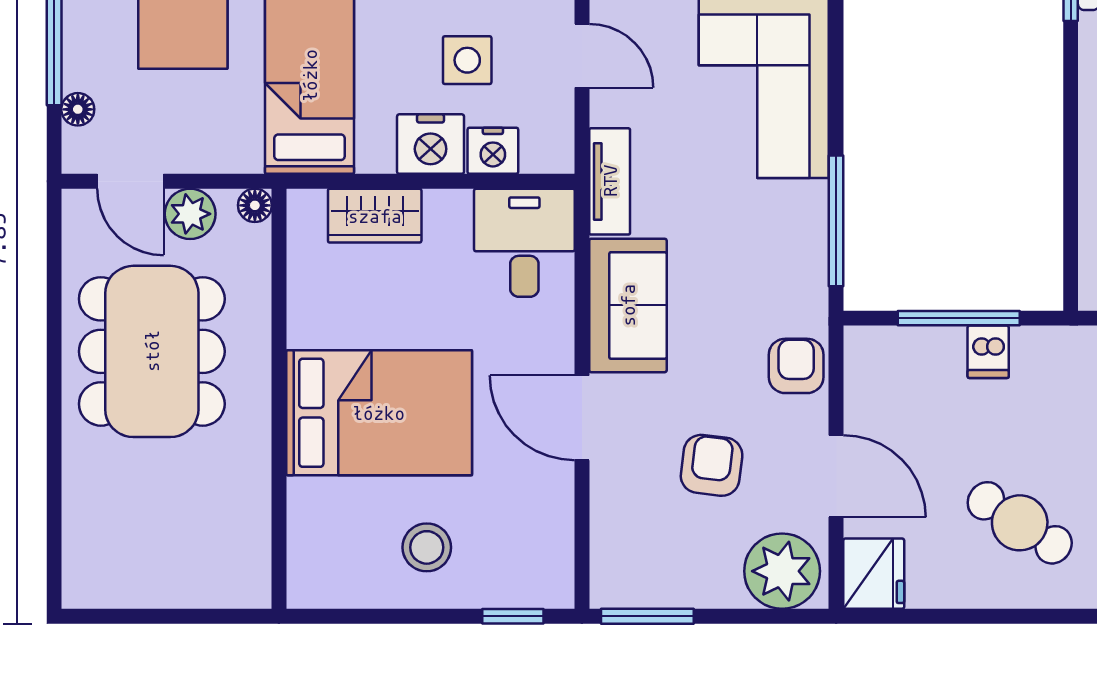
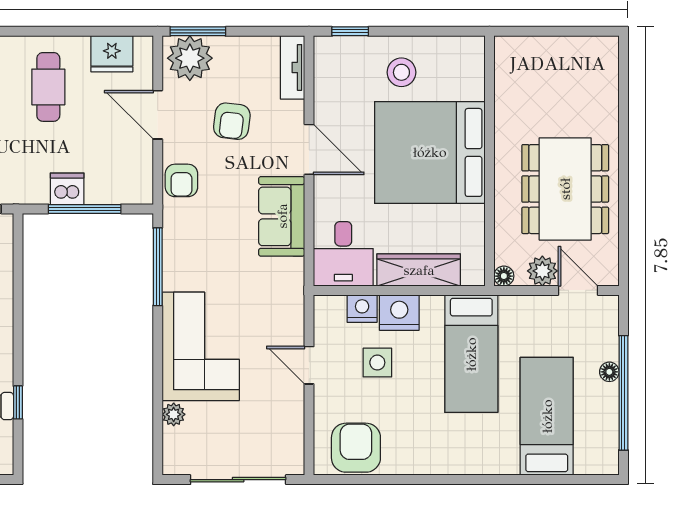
floor lamp: (78, 109) -> (609, 372), moved
tv unit: (610, 181) -> (293, 67), moved
wardrobe: (375, 216) -> (419, 270), width x1.50
dishwasher: (988, 352) -> (67, 189), width x1.38
bed: (379, 413) -> (430, 152), width x1.36
cafe table: (1020, 523) -> (48, 87), turned 57
fridge: (874, 574) -> (112, 54), moved, turned -90
window: (647, 616) -> (198, 31), moved

